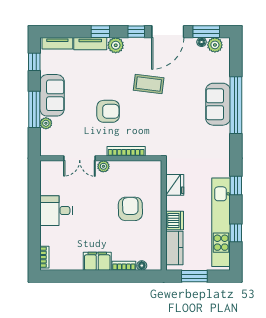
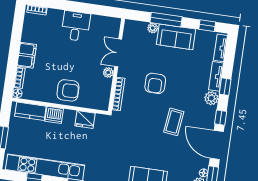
fridge: (175, 185) -> (85, 120), moved
wall: (164, 215) -> (60, 106), moved
dishwasher: (175, 221) -> (54, 115), moved
kitchen counter: (174, 248) -> (30, 111), moved

